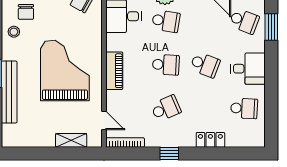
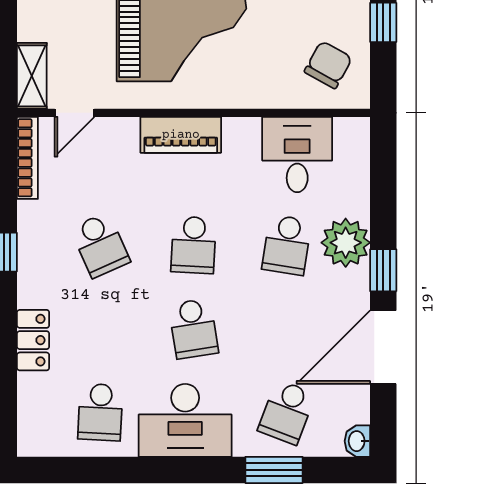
school desk: (205, 65) -> (194, 329), turned -30
desk: (248, 69) -> (185, 420), width x1.37
shelving: (71, 140) -> (32, 76), moved

